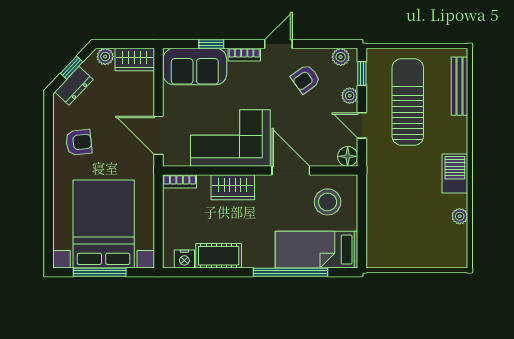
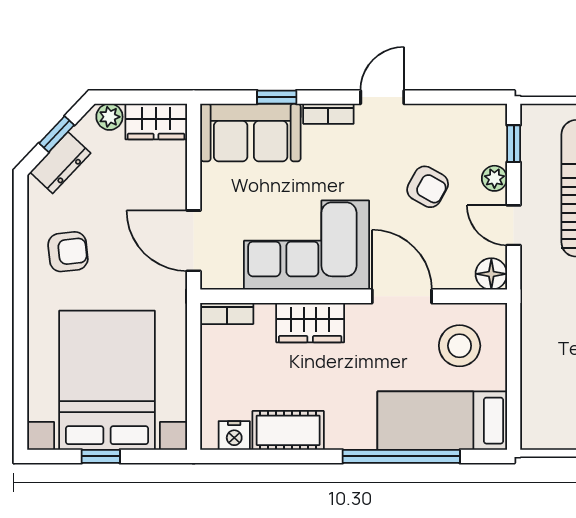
plant: (341, 57) -> (480, 117), removed
armchair: (306, 79) -> (428, 187), moved, turned -115
window: (100, 272) -> (101, 456), width x0.46

